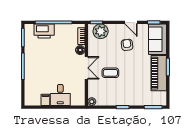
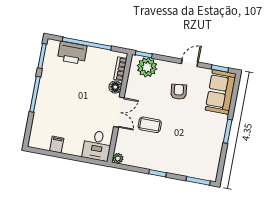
door: (131, 22) -> (190, 63), swing flipped
piano: (159, 73) -> (214, 137), removed
desk: (60, 95) -> (97, 145), moved

